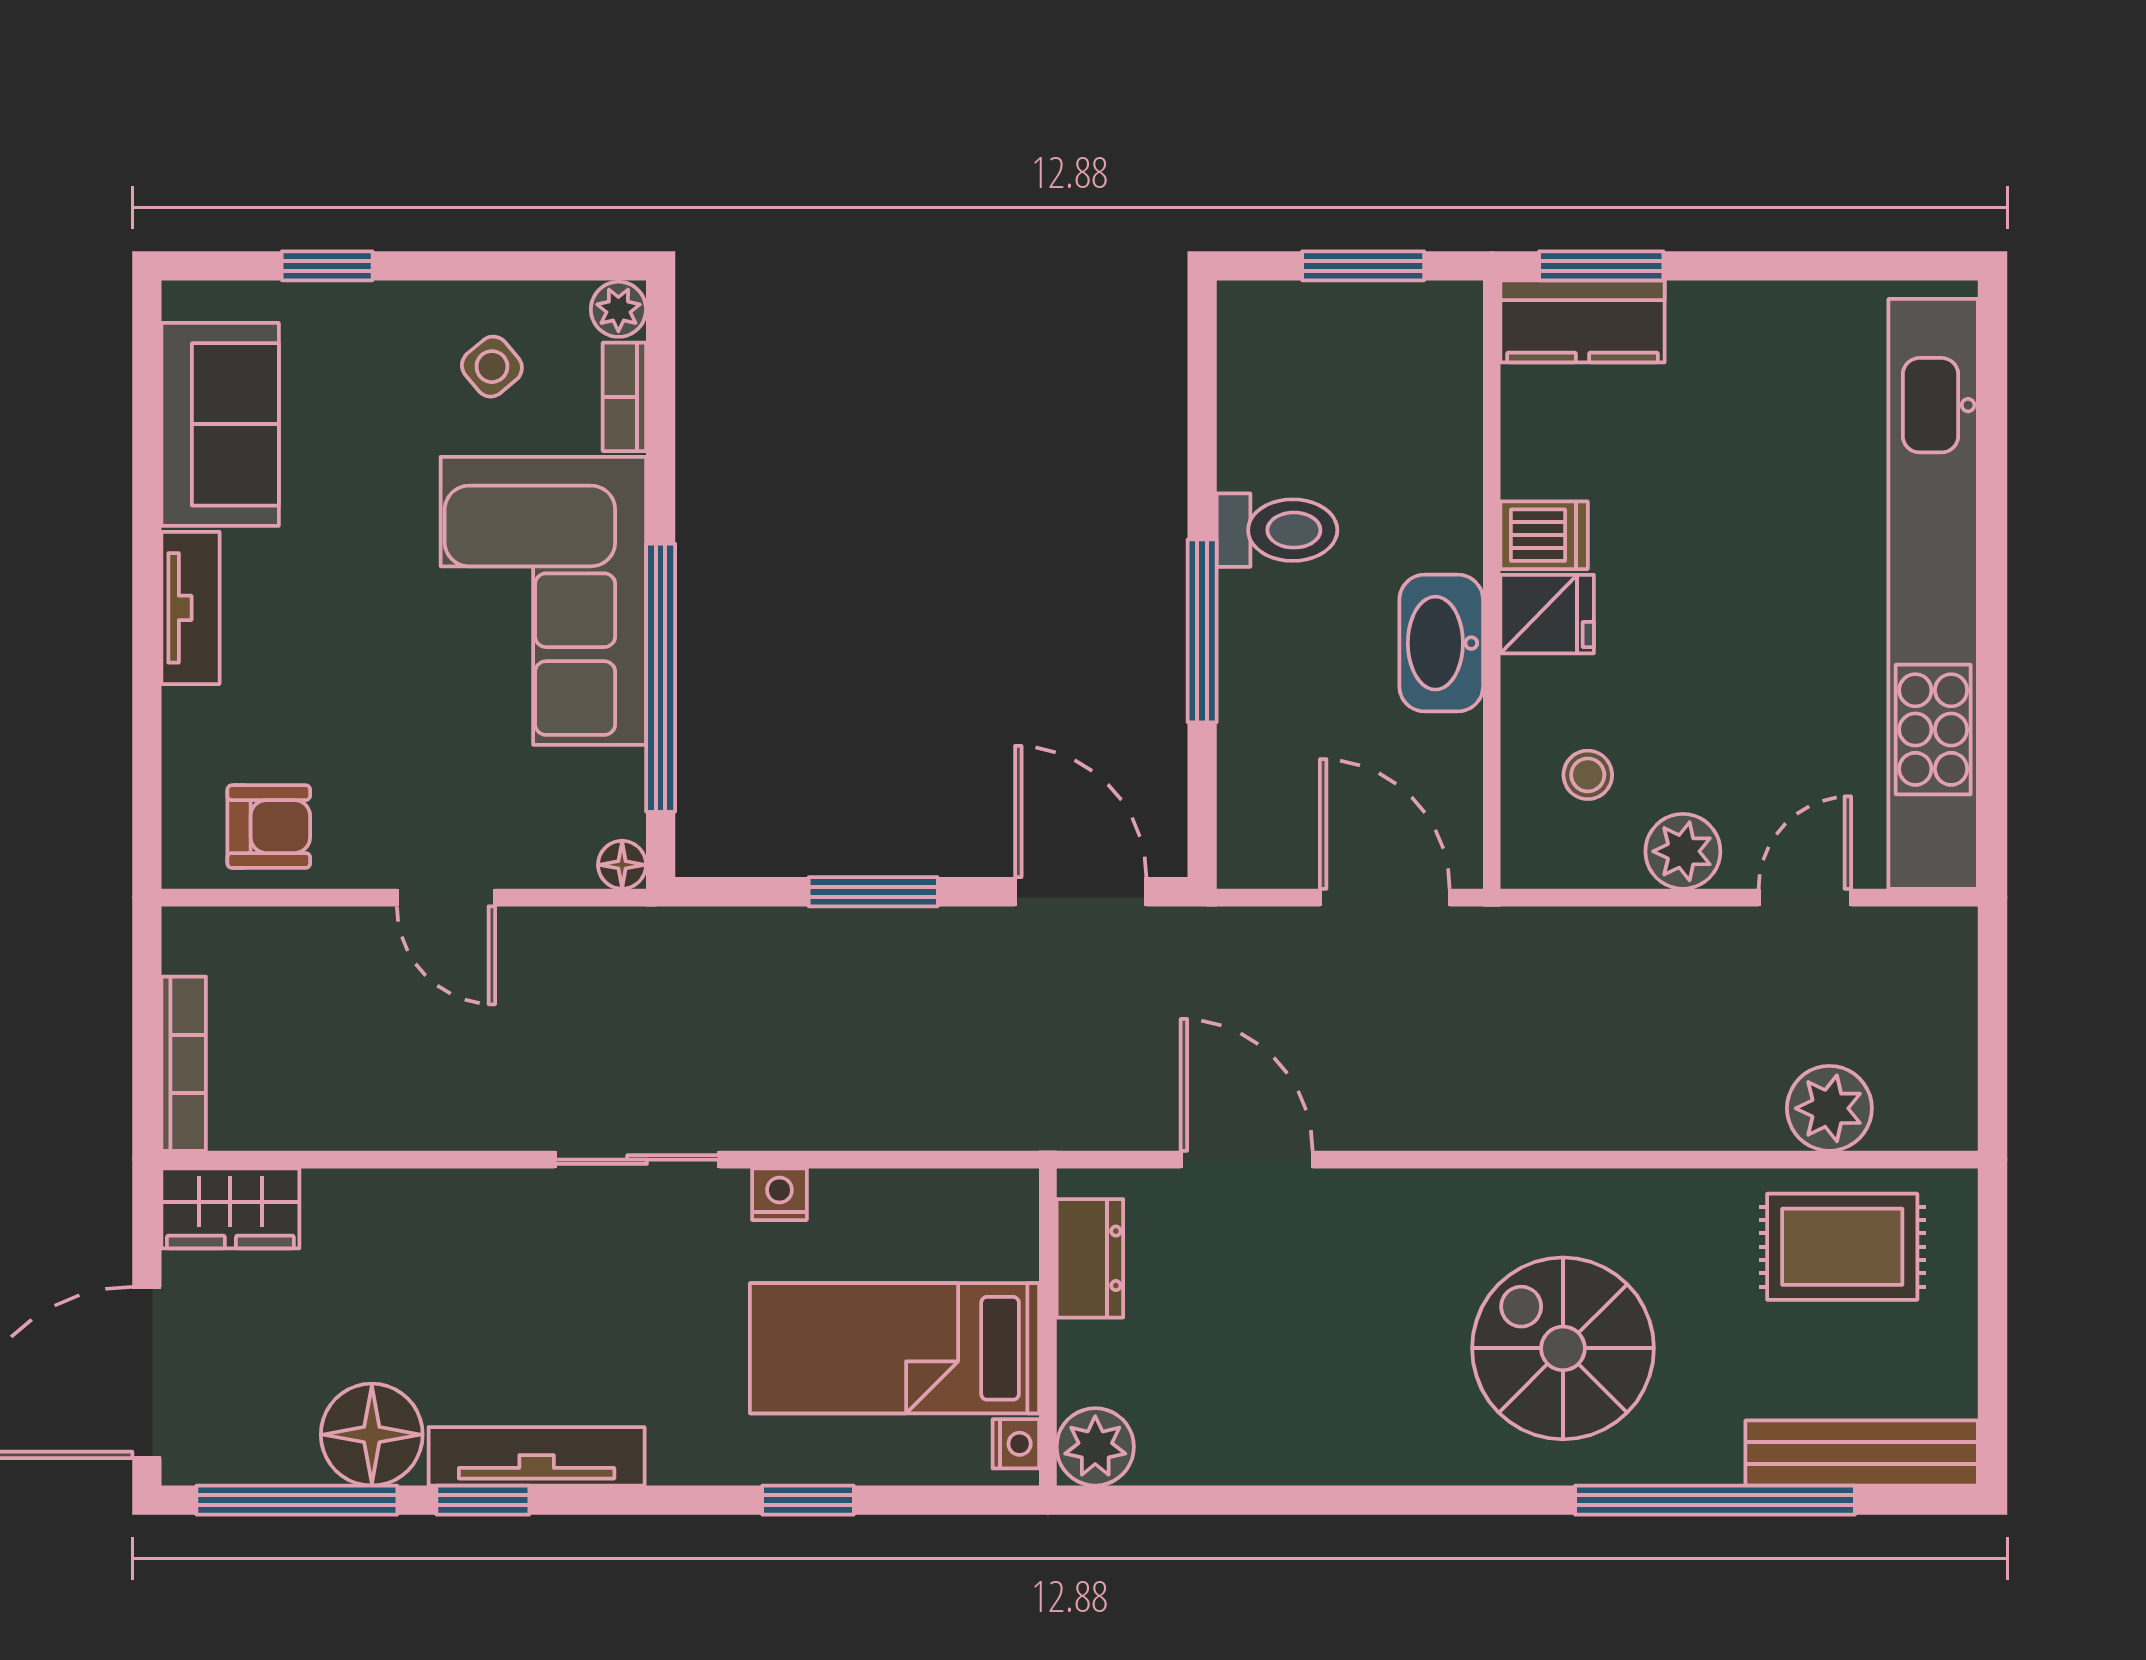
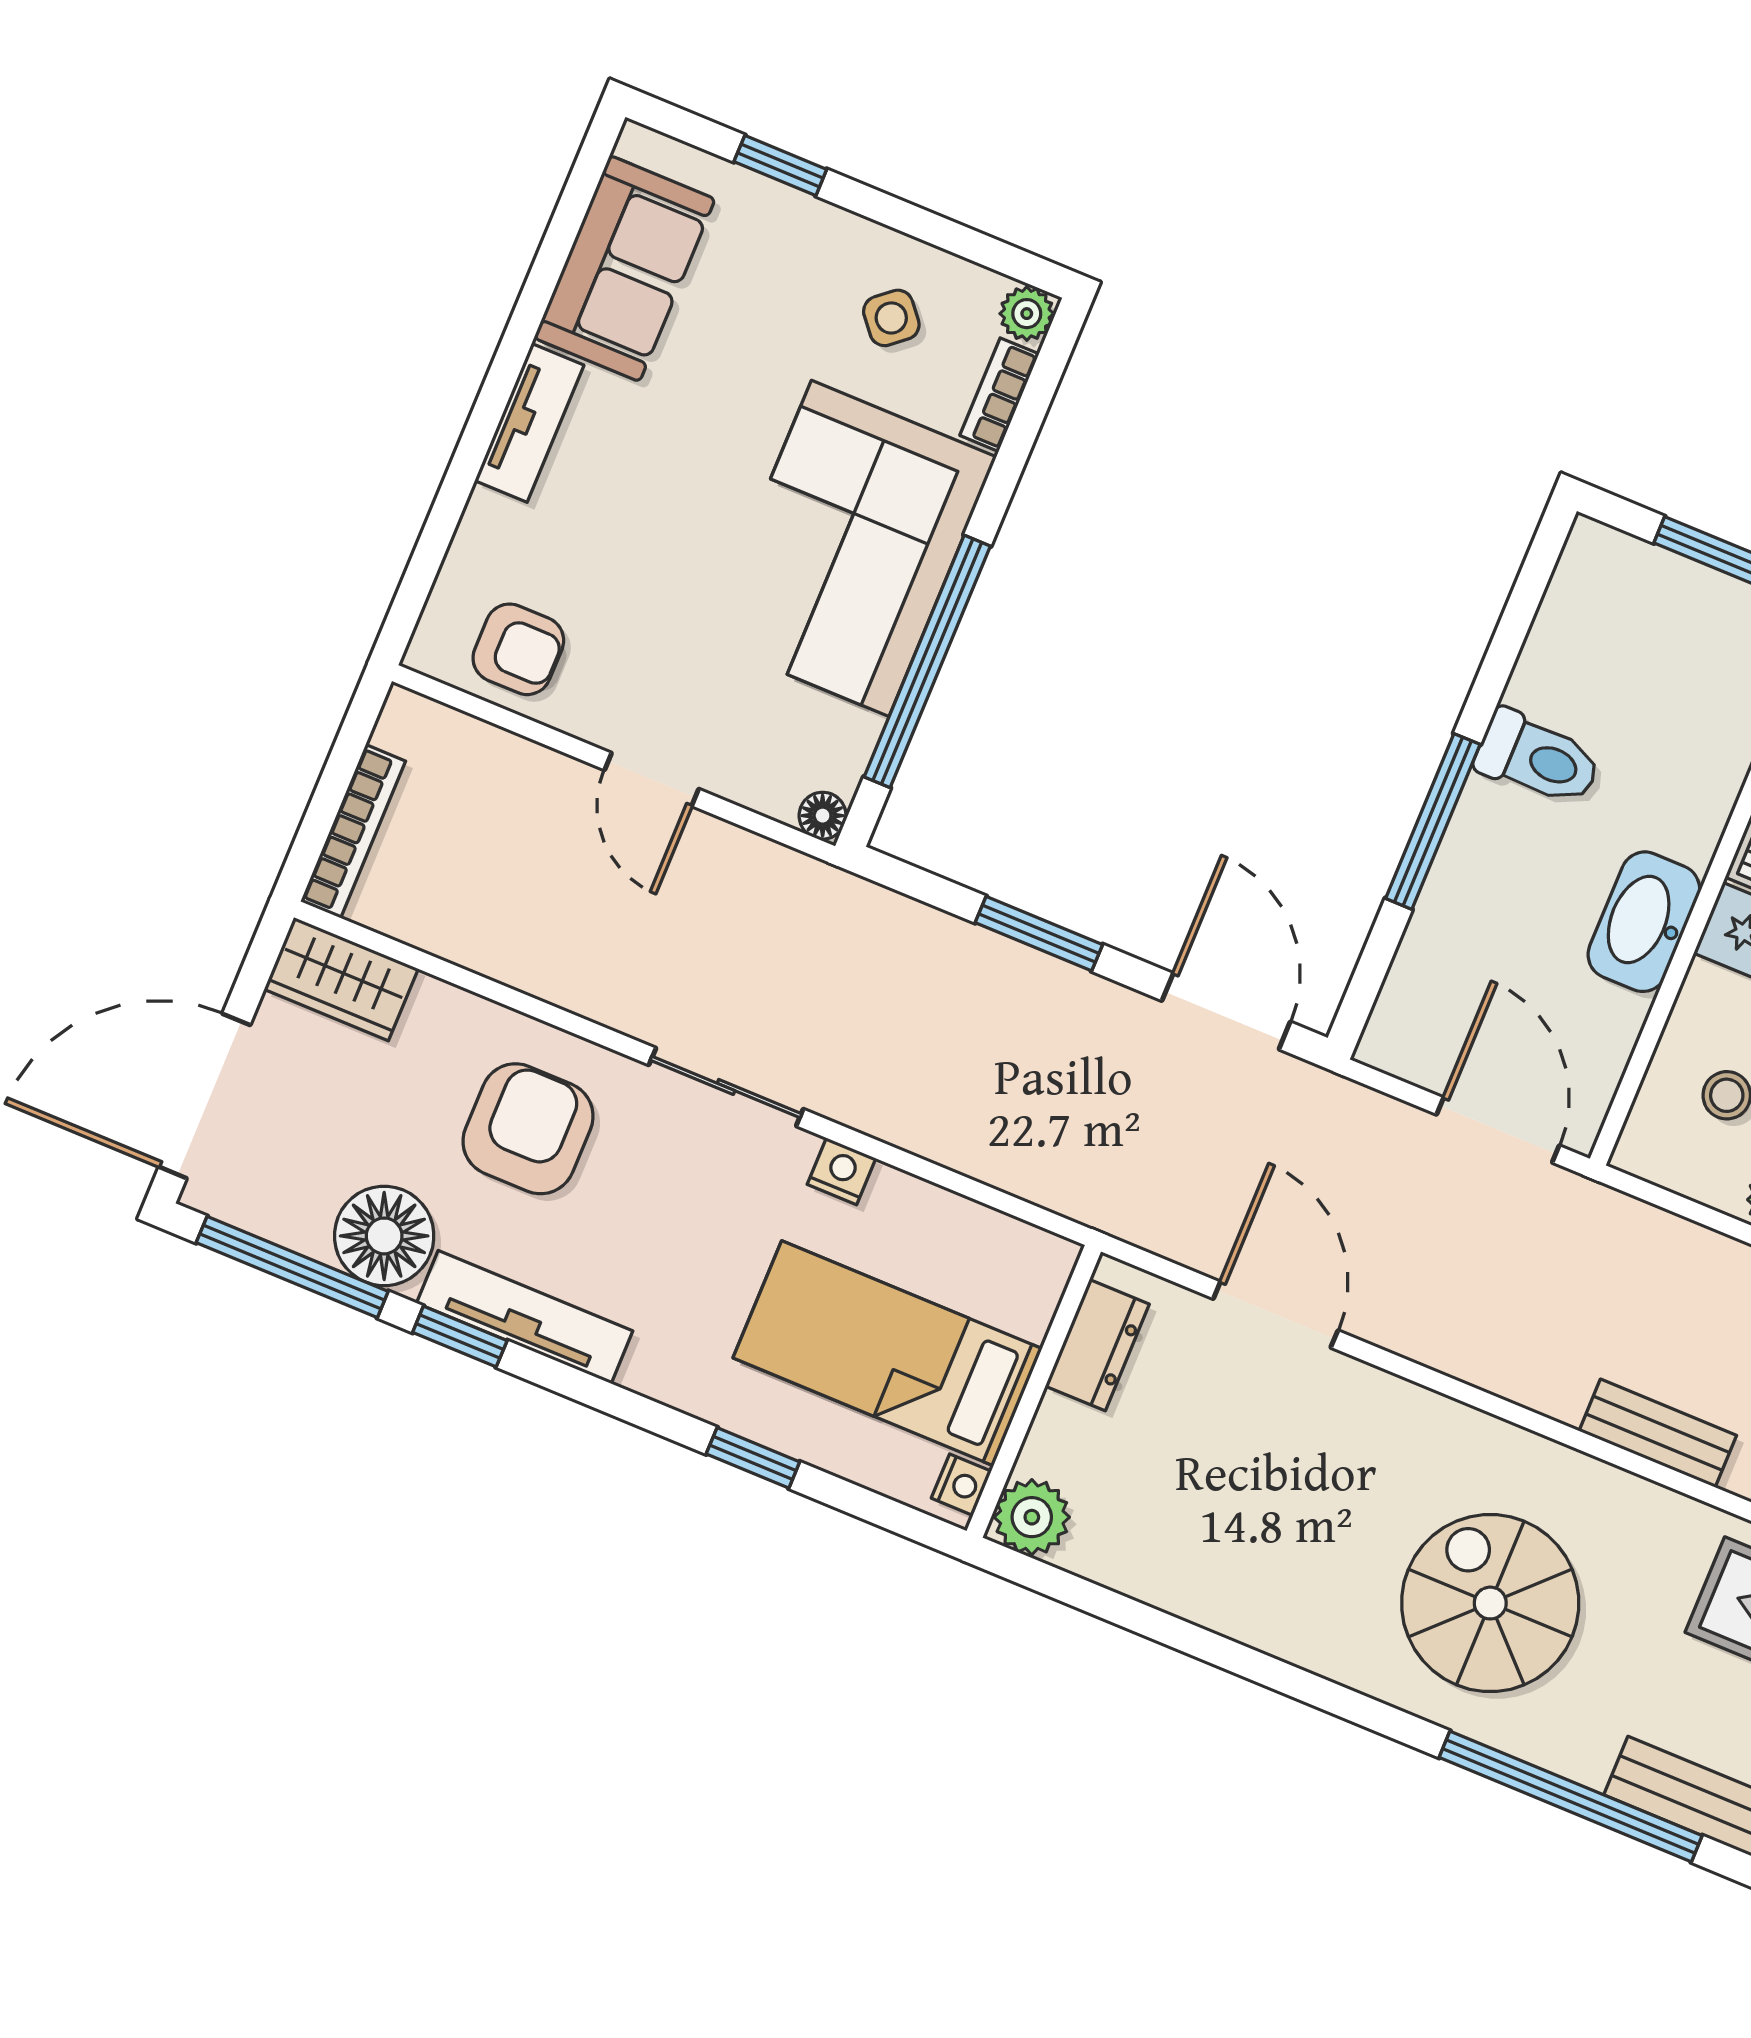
bench: (1655, 1122) -> (1658, 1433), added
armchair: (466, 1277) -> (528, 1129), added

